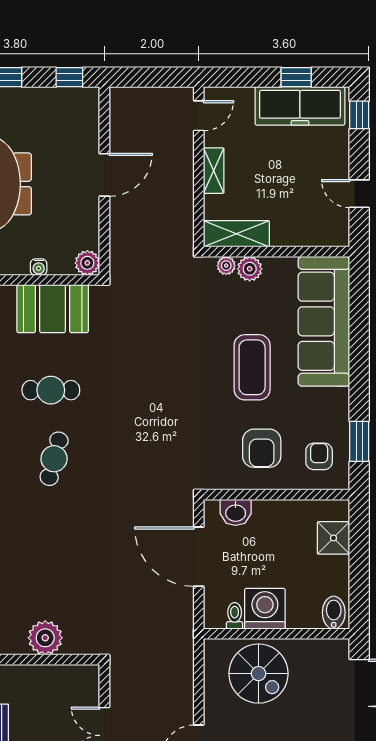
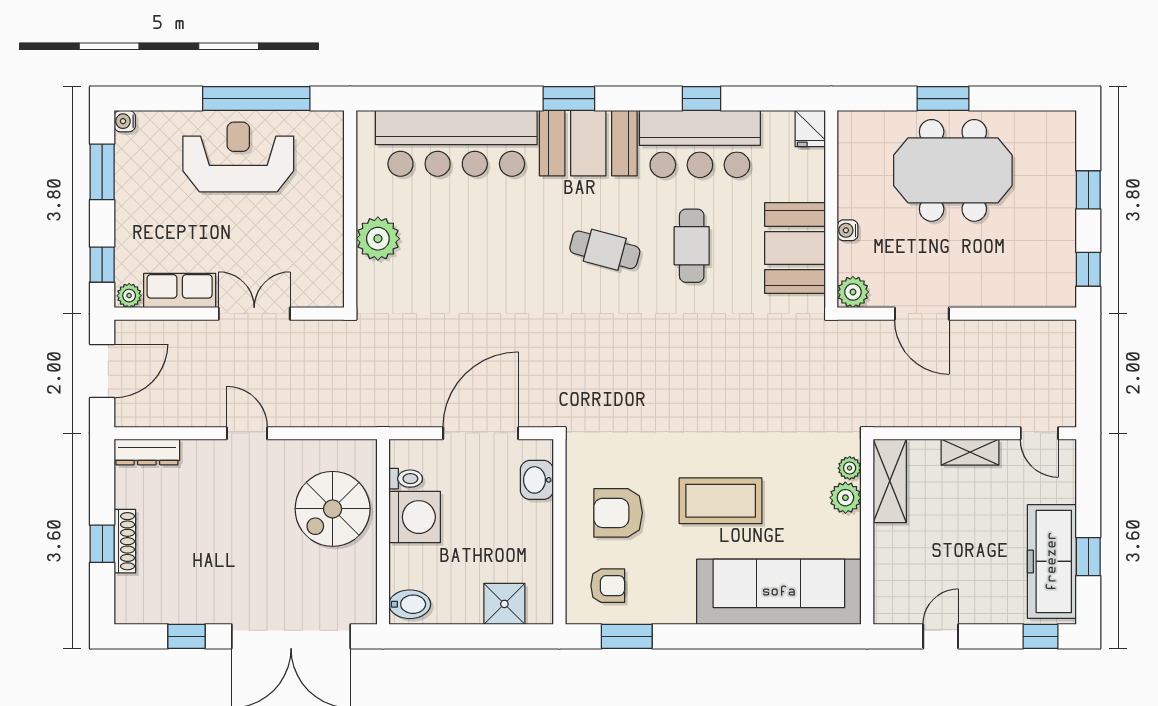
door: (104, 175) -> (922, 314), moved

